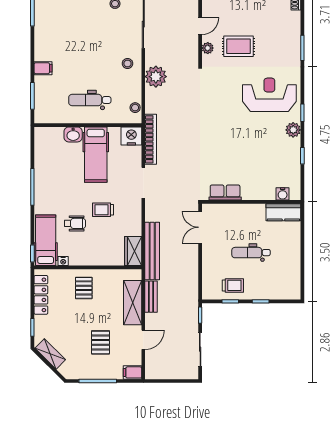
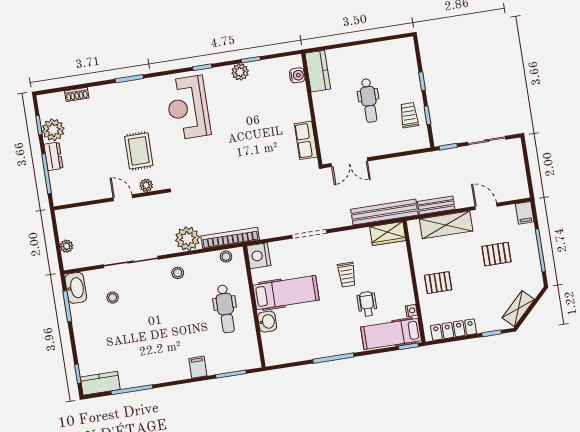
plant: (293, 130) -> (240, 72), moved
bookcase: (151, 139) -> (230, 238), moved

